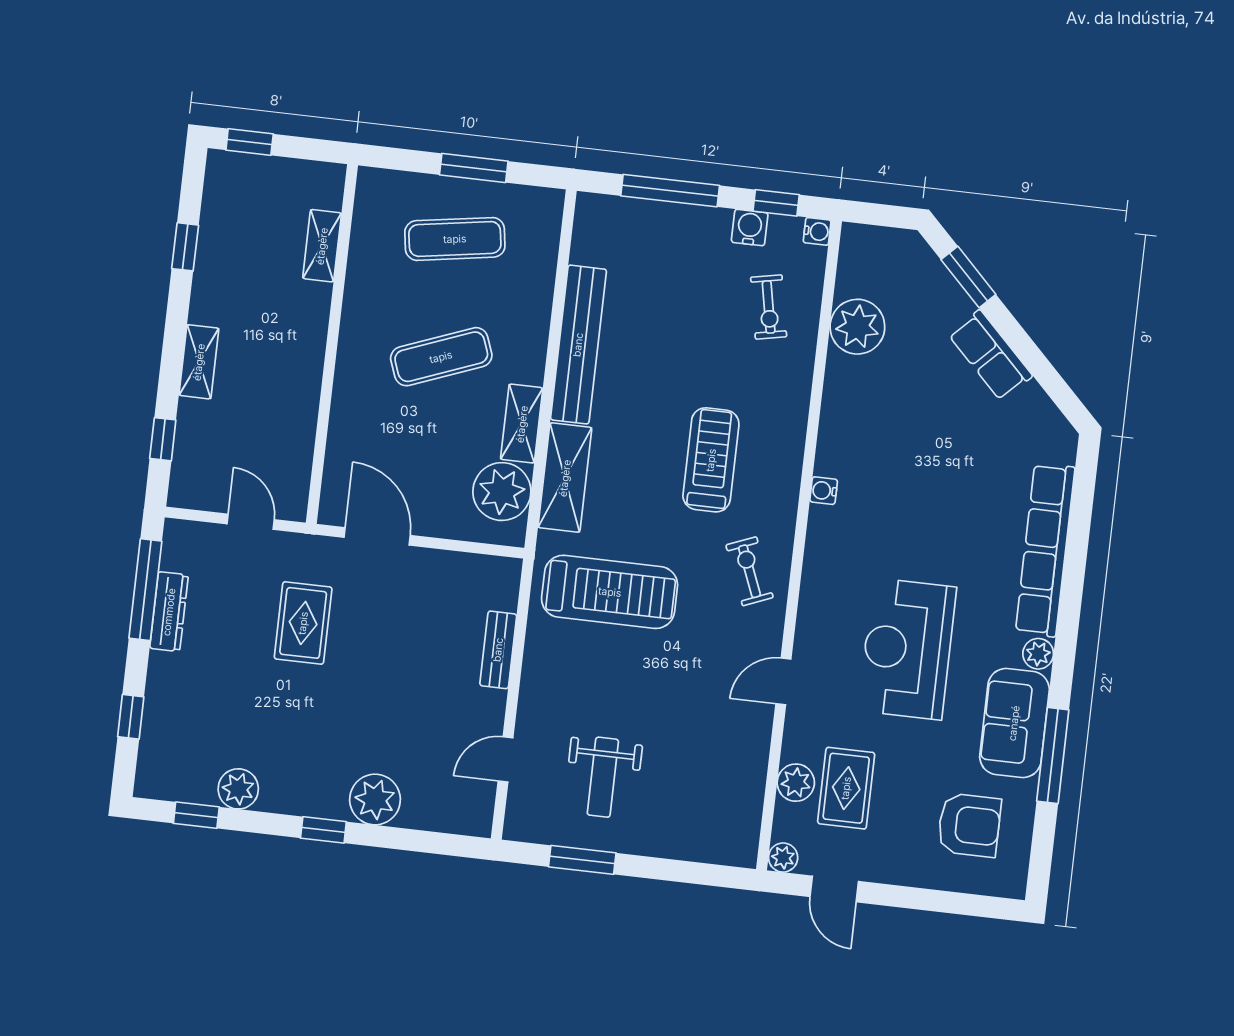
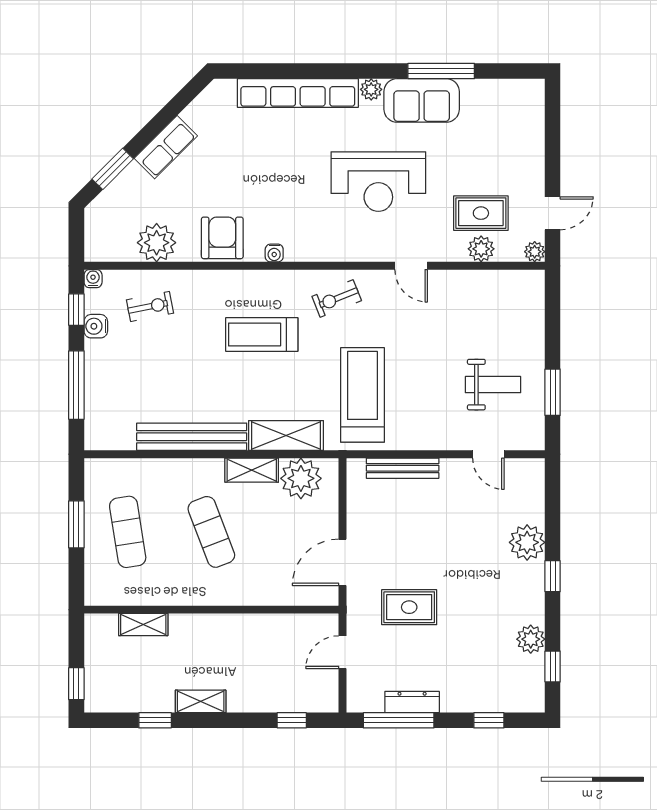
shelving: (199, 362) -> (201, 701), moved
bench: (498, 650) -> (403, 468), width x1.36
armchair: (969, 825) -> (222, 238), moved

